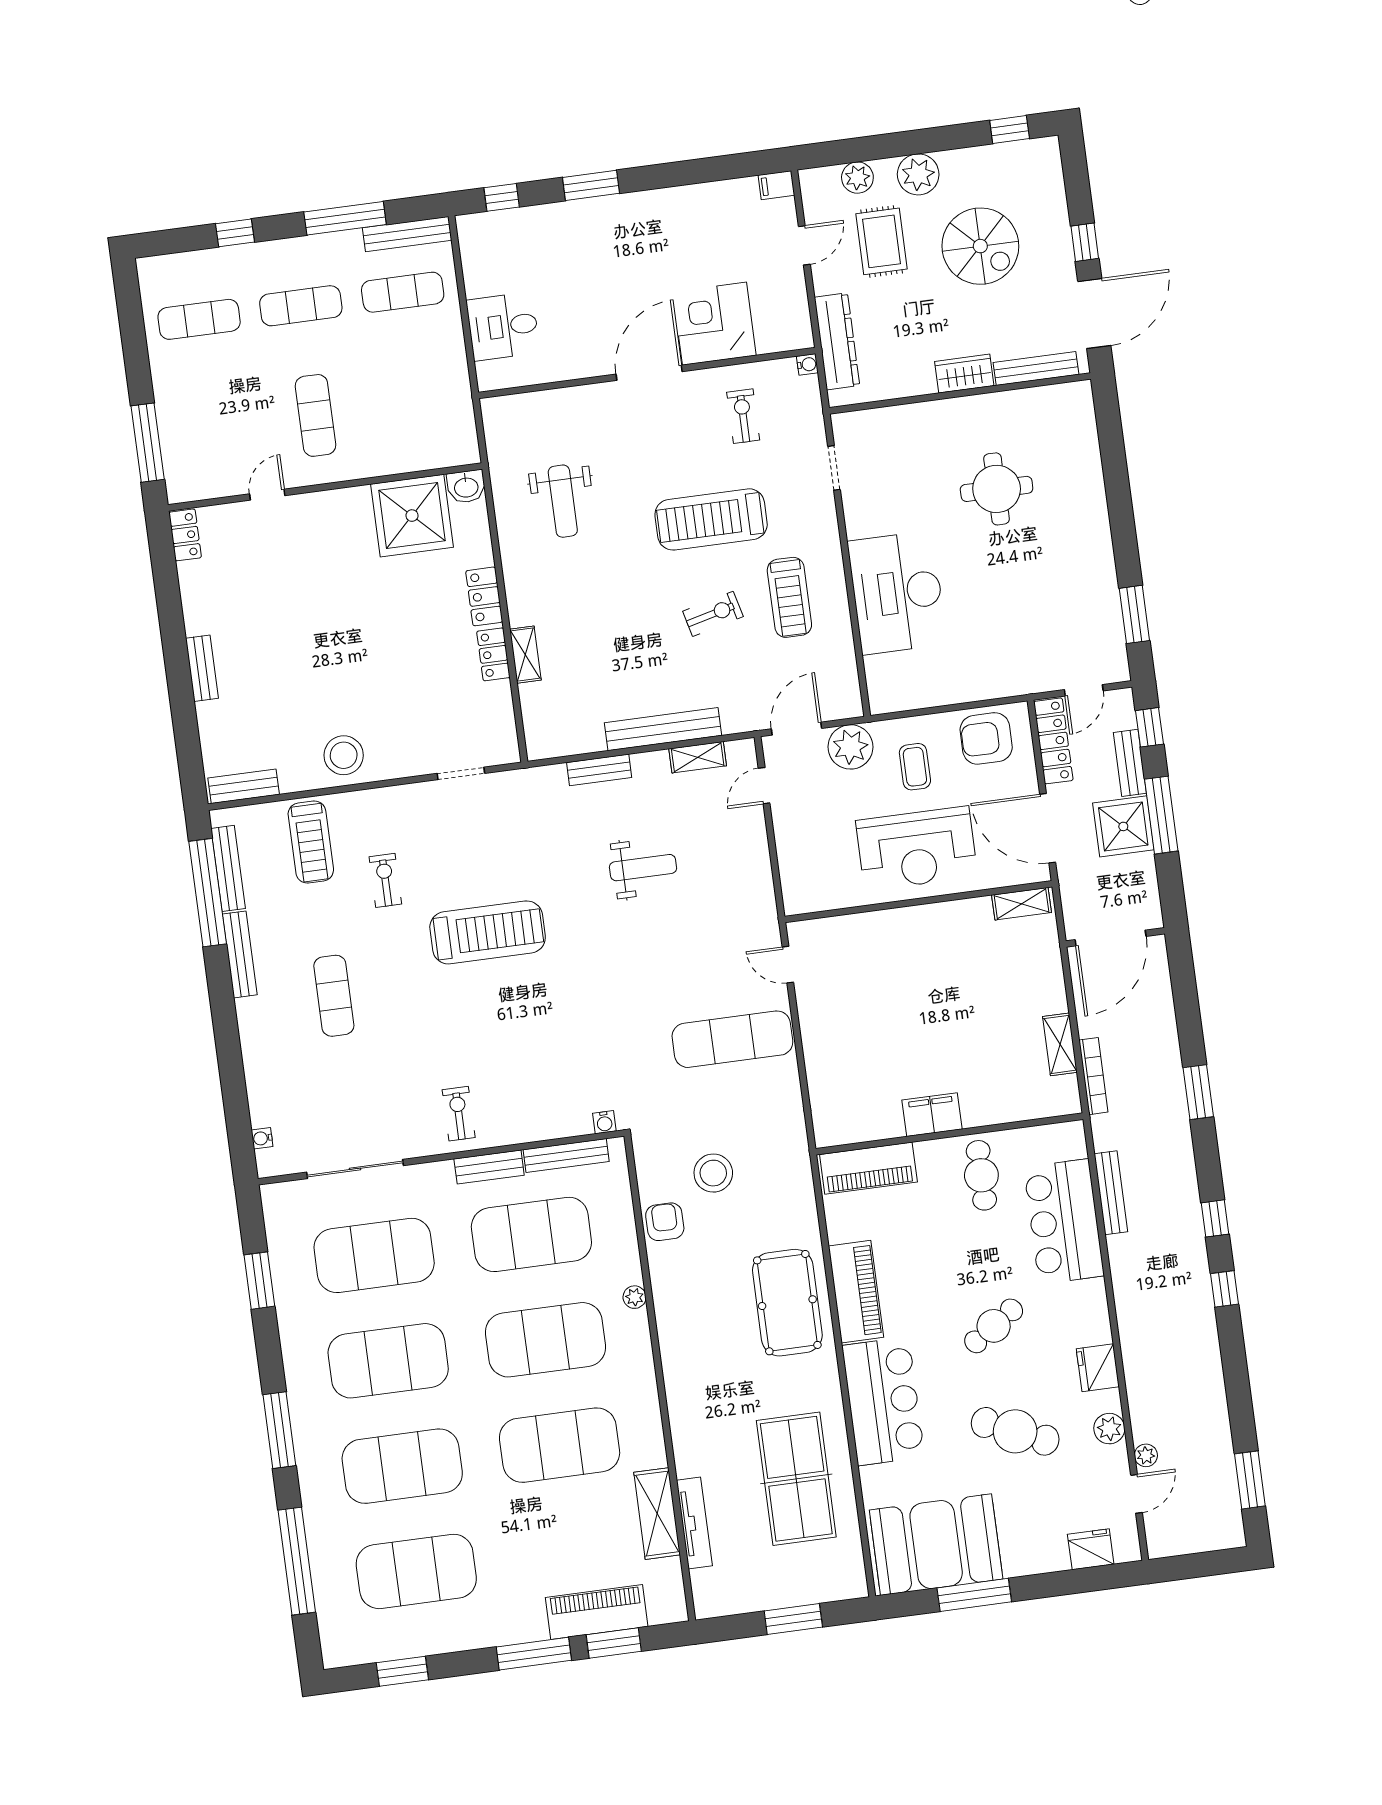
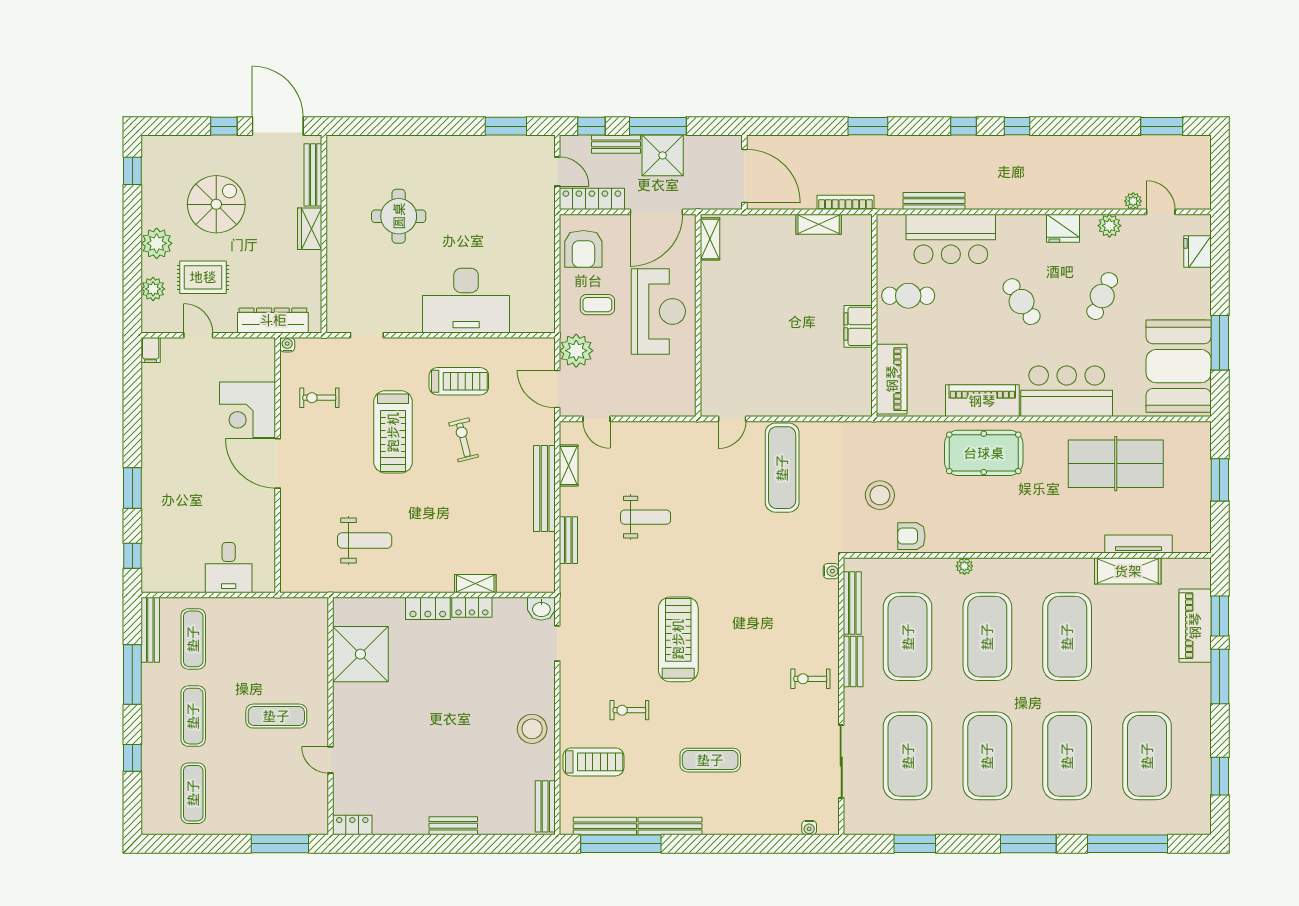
washbasin: (466, 487) -> (541, 609), moved, turned 90
weight bench: (643, 868) -> (646, 517), turned 90
cafe table: (1015, 1431) -> (1102, 296), width x0.73, depth x0.74

